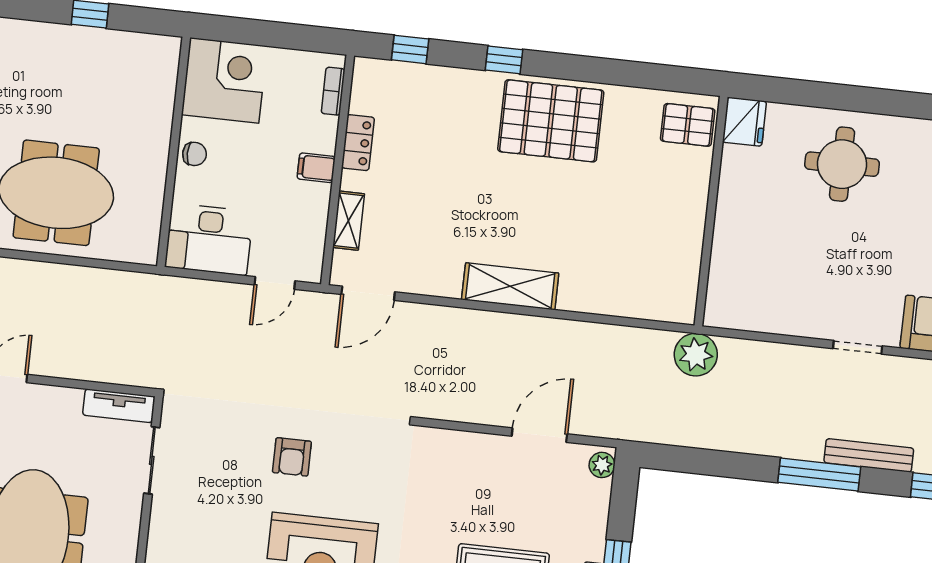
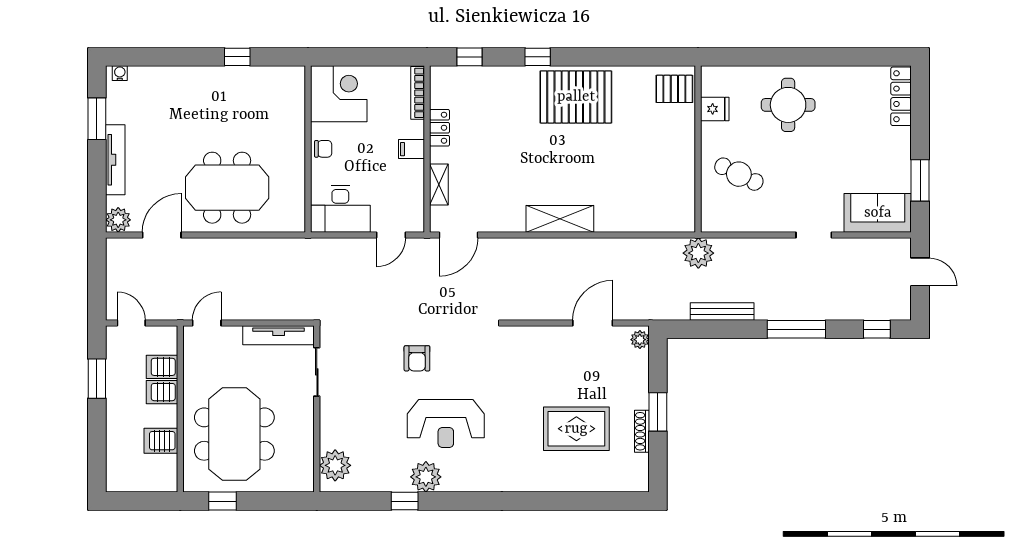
bookcase: (333, 91) -> (418, 93), width x1.56
fridge: (744, 122) -> (715, 109), moved, width x0.72
cafe table: (764, 252) -> (739, 174), added
tv unit: (119, 406) -> (279, 335), width x1.41
bench: (869, 455) -> (722, 312), moved

